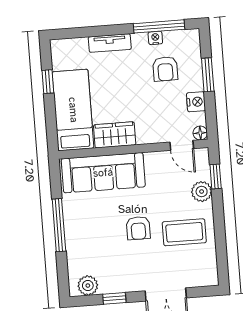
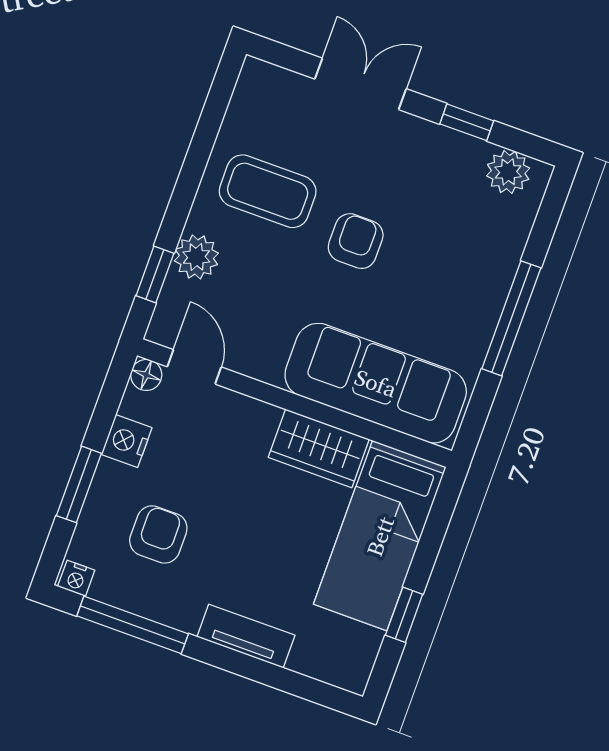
nightstand: (155, 38) -> (76, 578), moved

